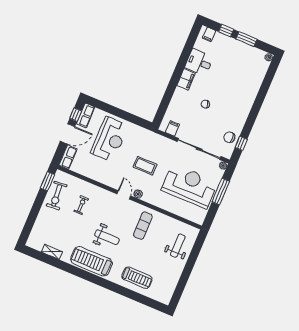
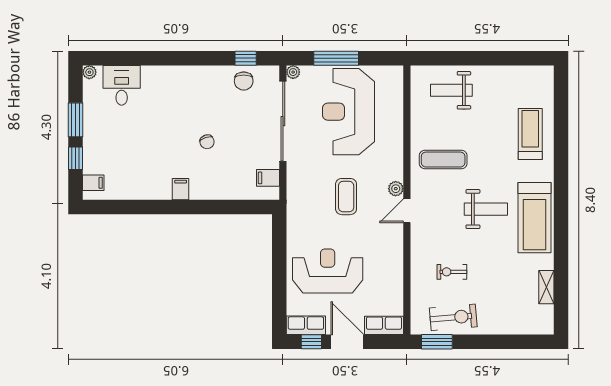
desk: (199, 62) -> (122, 85), moved, turned 180
filing cabinet: (186, 79) -> (181, 189), width x0.50
weight bench: (107, 237) -> (486, 209), turned 90

